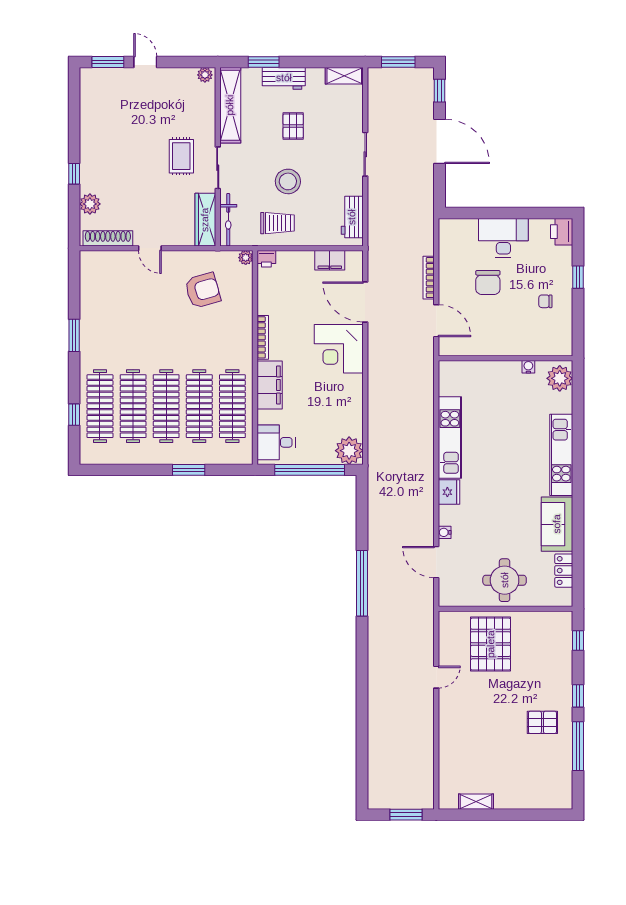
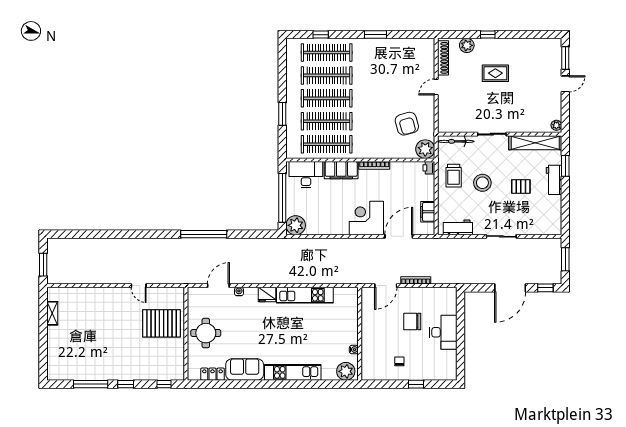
shelving: (344, 76) -> (556, 222), removed
rug: (181, 156) -> (495, 73), moved
wardrobe: (205, 220) -> (456, 126), removed
printer: (562, 232) -> (448, 373), removed
plant: (246, 258) -> (425, 149), width x1.87, depth x1.87
desk: (276, 442) -> (306, 175), width x1.37
pallet: (542, 722) -> (107, 359), removed

